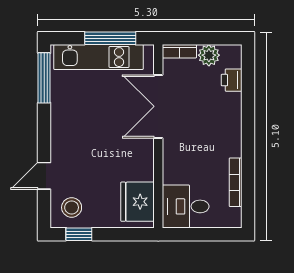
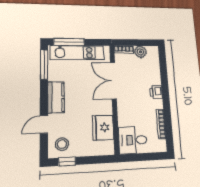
window: (110, 38) -> (69, 42), moved
printer: (232, 80) -> (156, 92), moved
kitchen counter: (63, 133) -> (56, 97), added
fridge: (137, 202) -> (103, 128), moved

